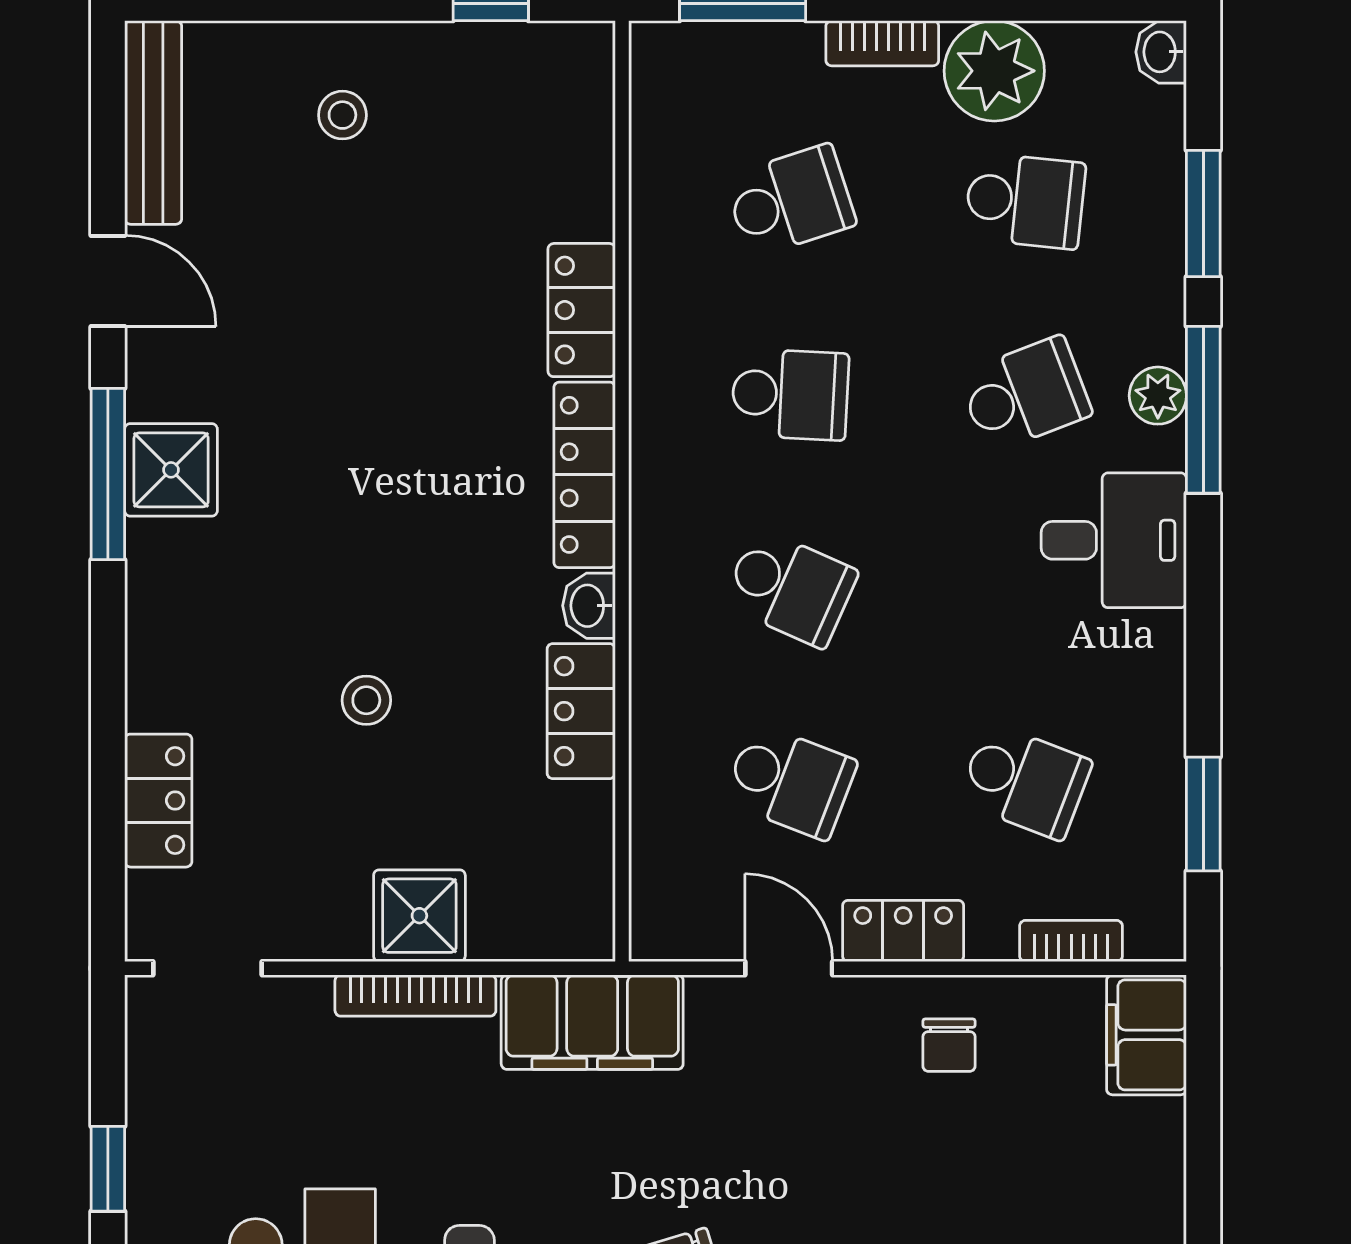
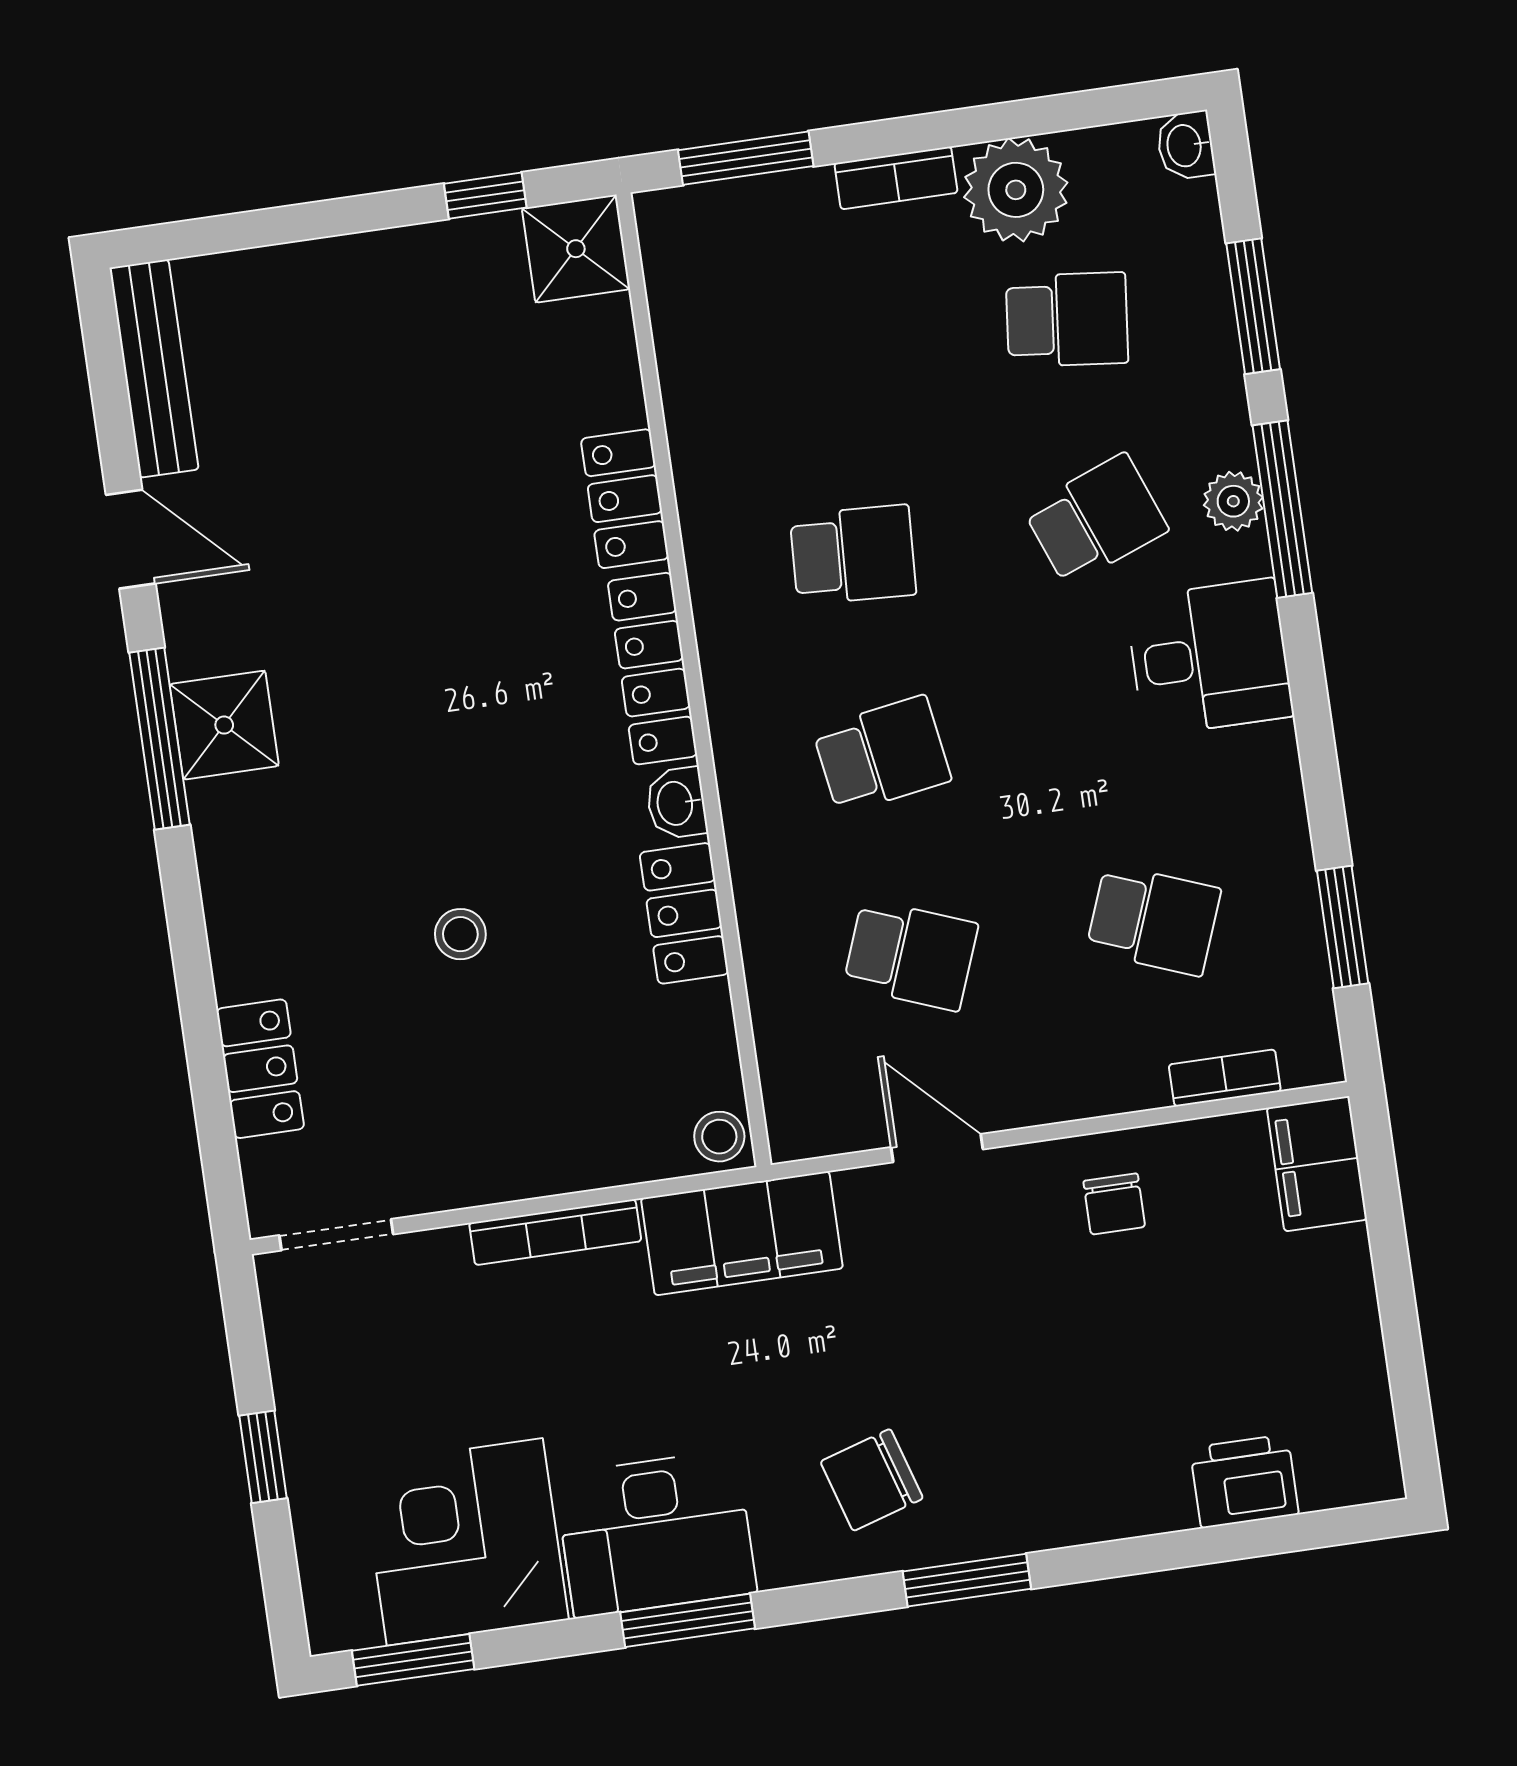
stool: (342, 115) -> (719, 1137), moved
school desk: (790, 201) -> (824, 355), removed
school desk: (790, 588) -> (882, 755), turned -33
shower: (419, 916) -> (576, 249), moved
locker: (903, 931) -> (1050, 1093), removed

